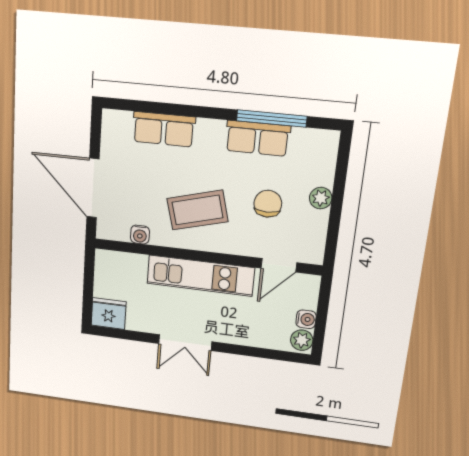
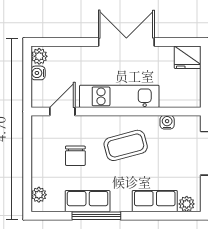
window: (272, 118) -> (96, 216), moved
plant: (121, 121) -> (187, 204), added
plant: (321, 198) -> (39, 195), moved
double door: (185, 343) -> (126, 42), width x1.37

